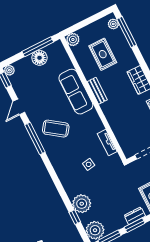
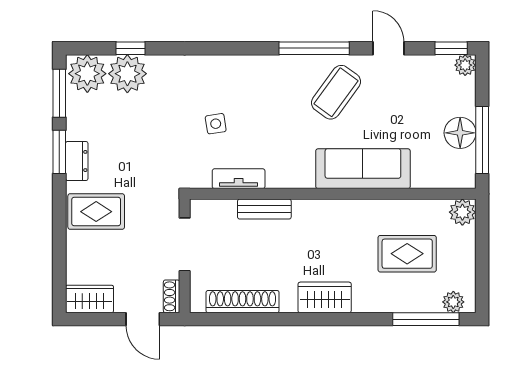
bench: (97, 91) -> (264, 209), moved
coffee table: (56, 129) -> (336, 92), moved
plant: (82, 204) -> (127, 74), moved

